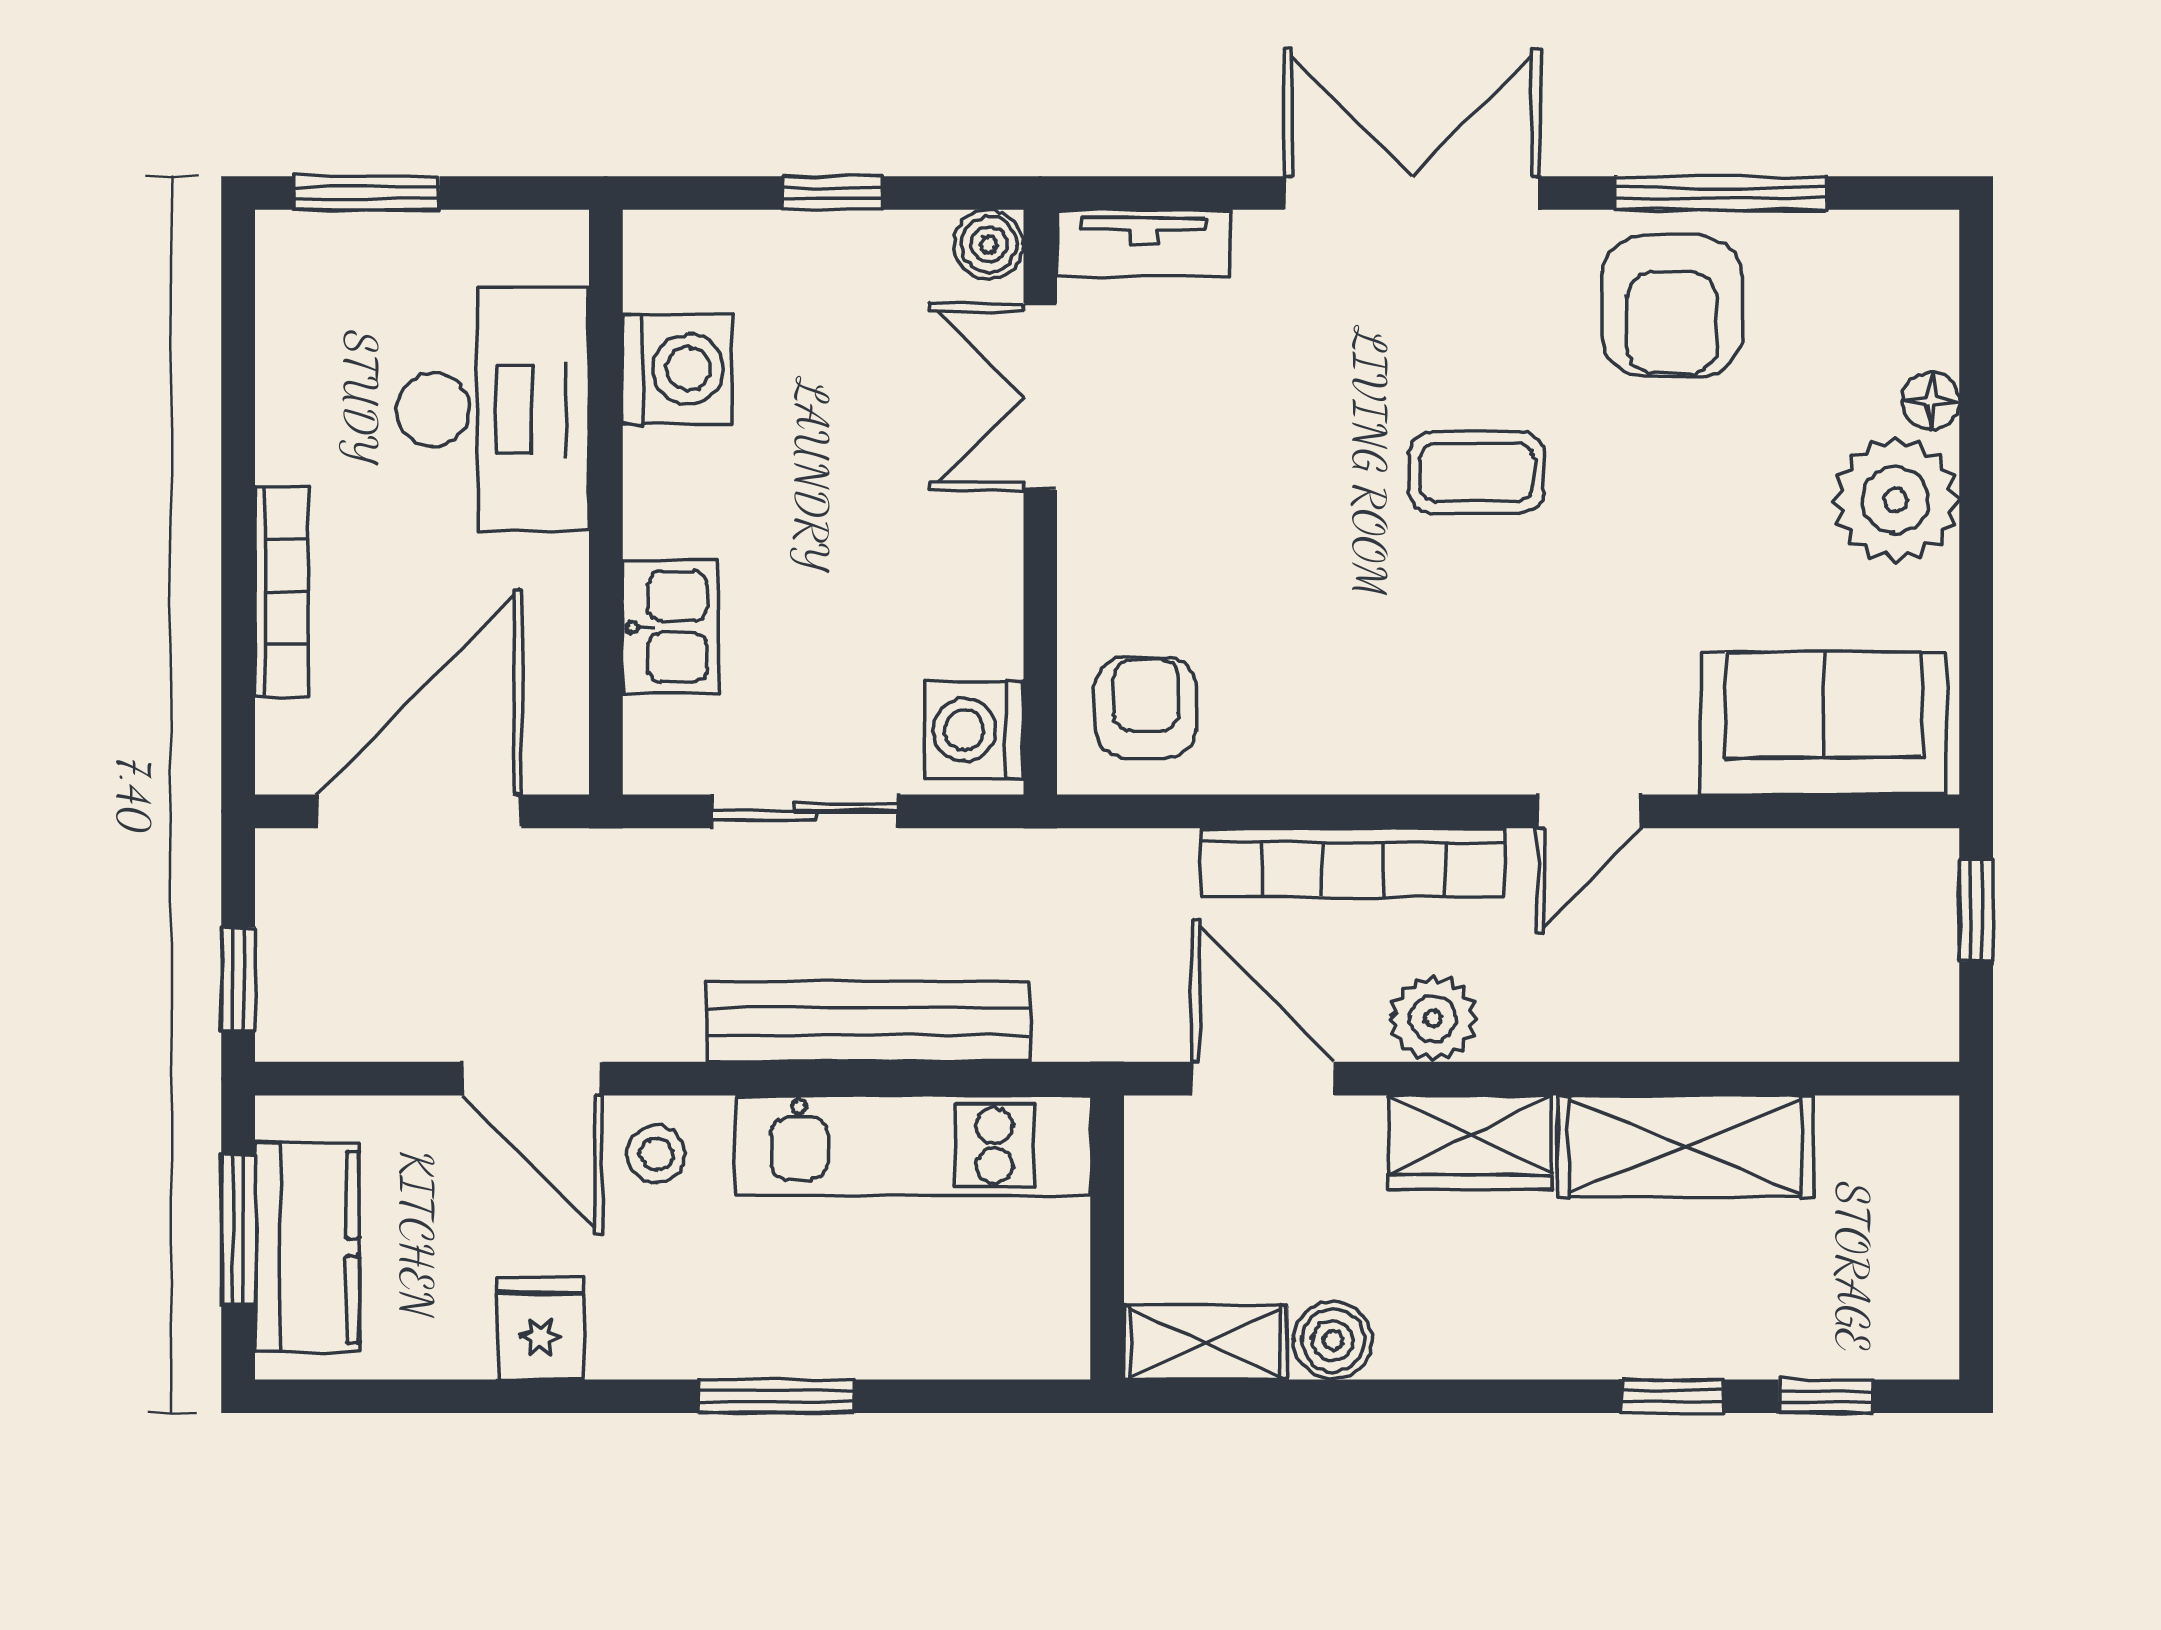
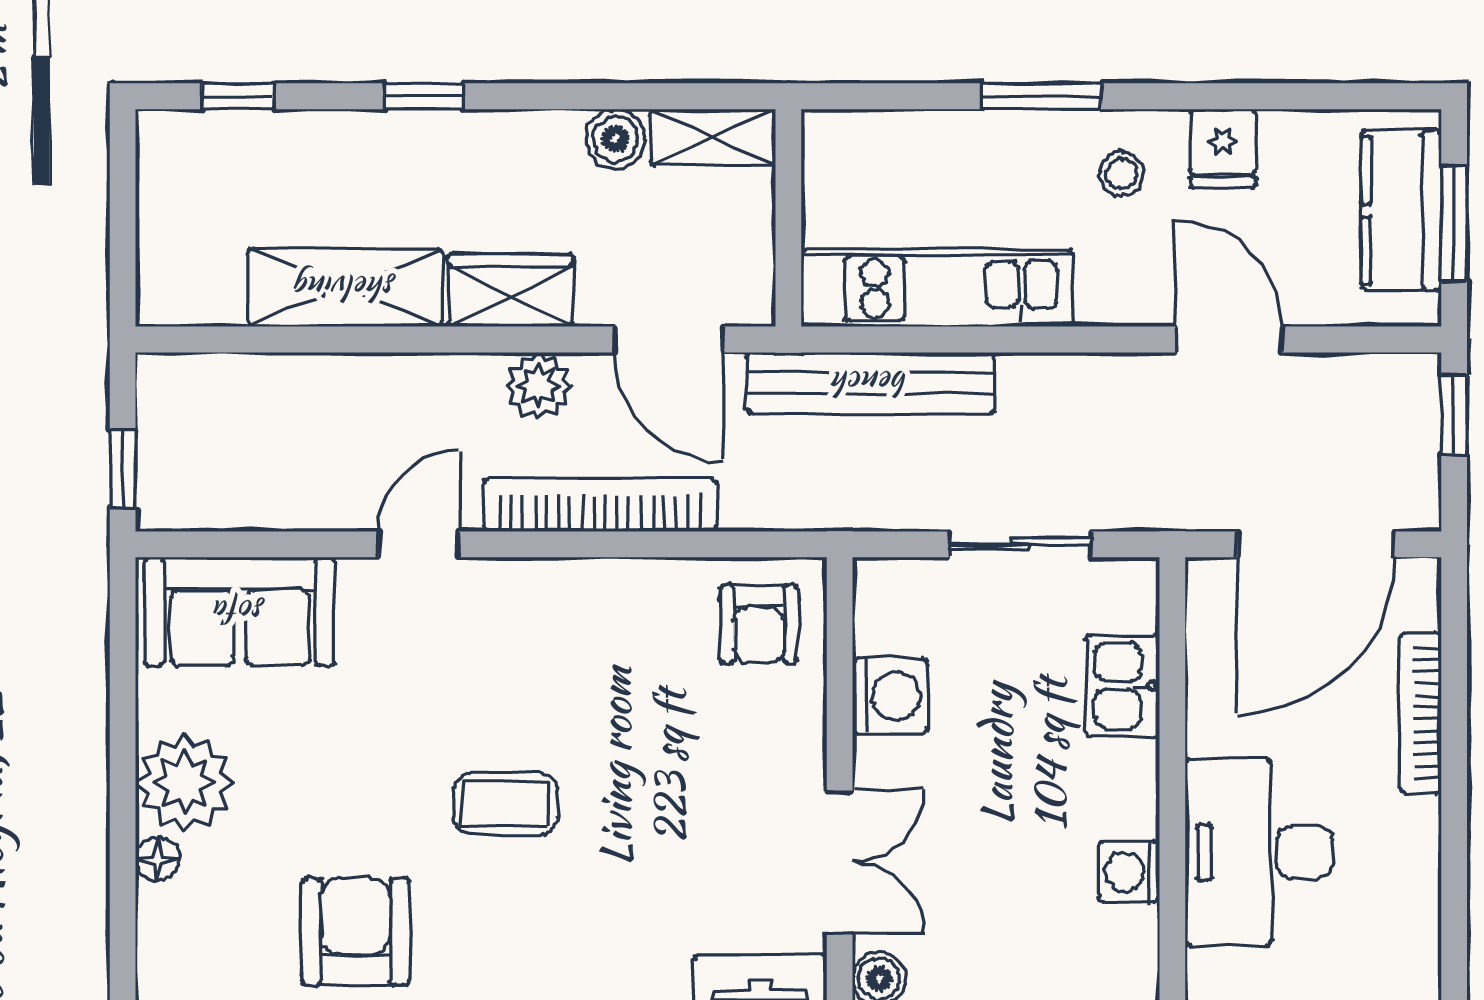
washing machine: (677, 369) -> (1129, 872), width x0.73, depth x0.73
washing machine: (974, 730) -> (890, 696), moved
bench: (868, 1022) -> (871, 383), moved
stool: (656, 1154) -> (1121, 174), moved
window: (1673, 1396) -> (424, 96), moved

